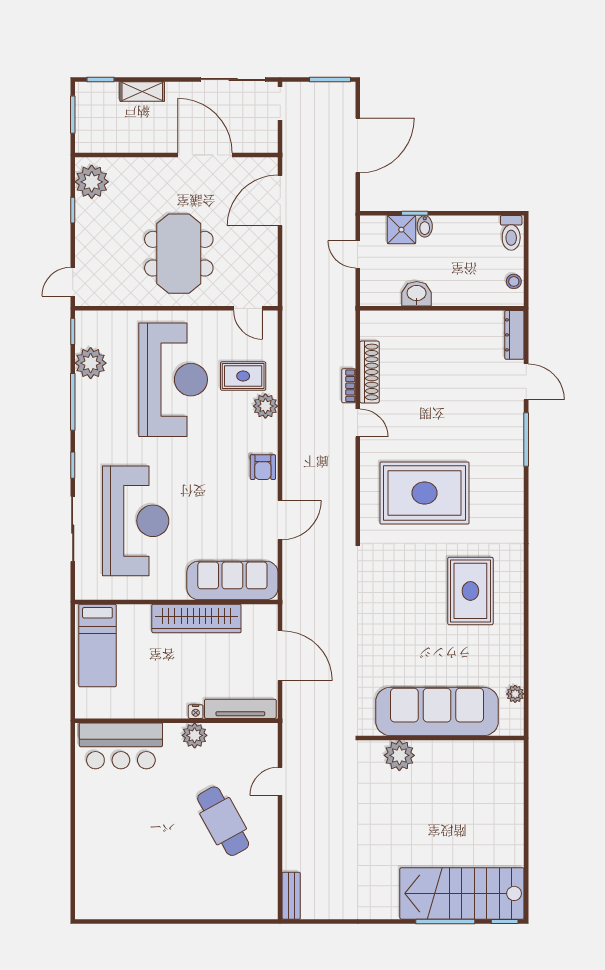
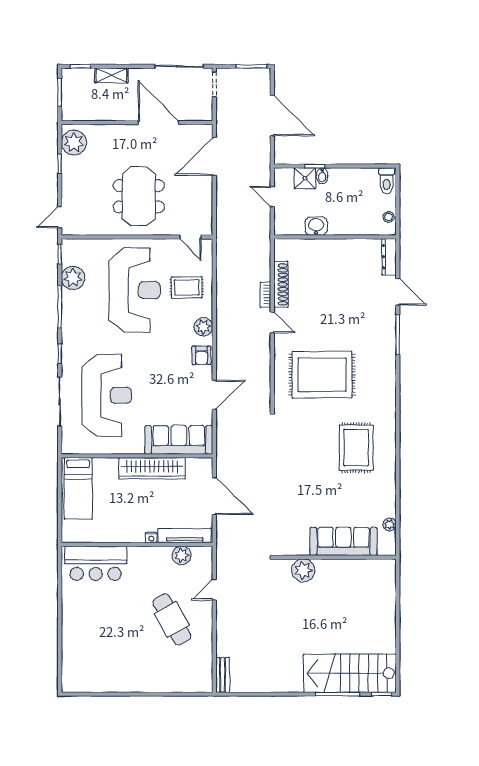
door: (358, 145) -> (272, 115), hinge flipped
plant: (265, 406) -> (203, 327), moved
sofa: (437, 711) -> (343, 541), width x0.74, depth x0.79
plant: (195, 735) -> (182, 555), moved

